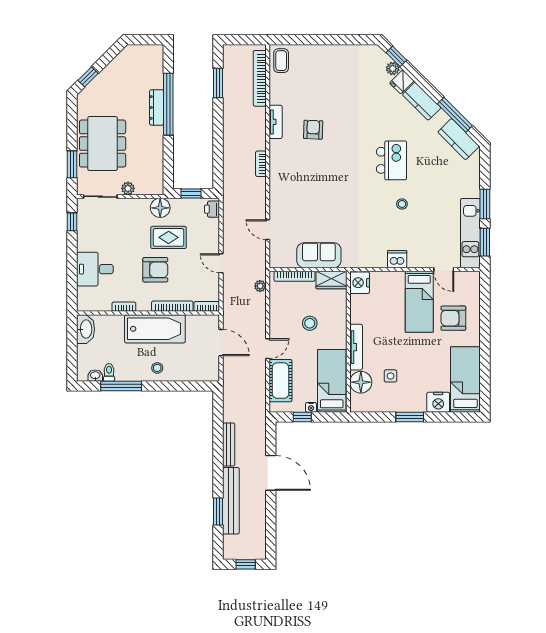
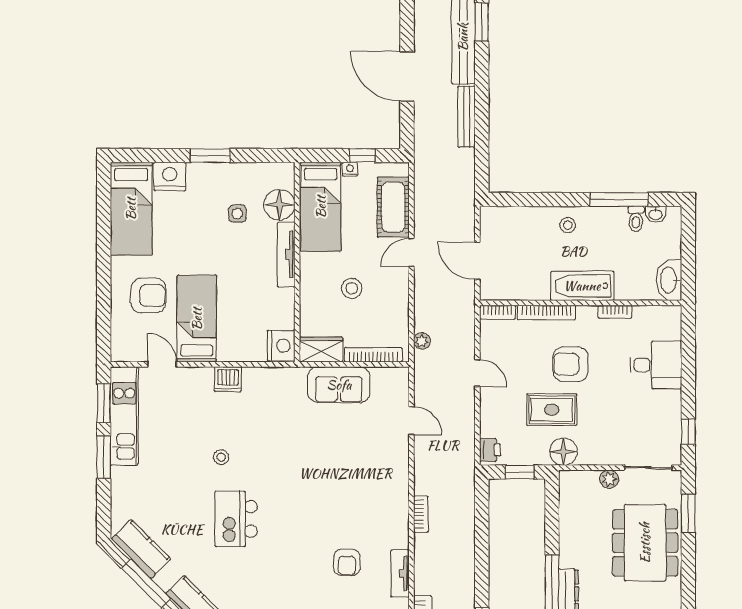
bathtub: (155, 329) -> (582, 286), width x0.73, depth x0.73

